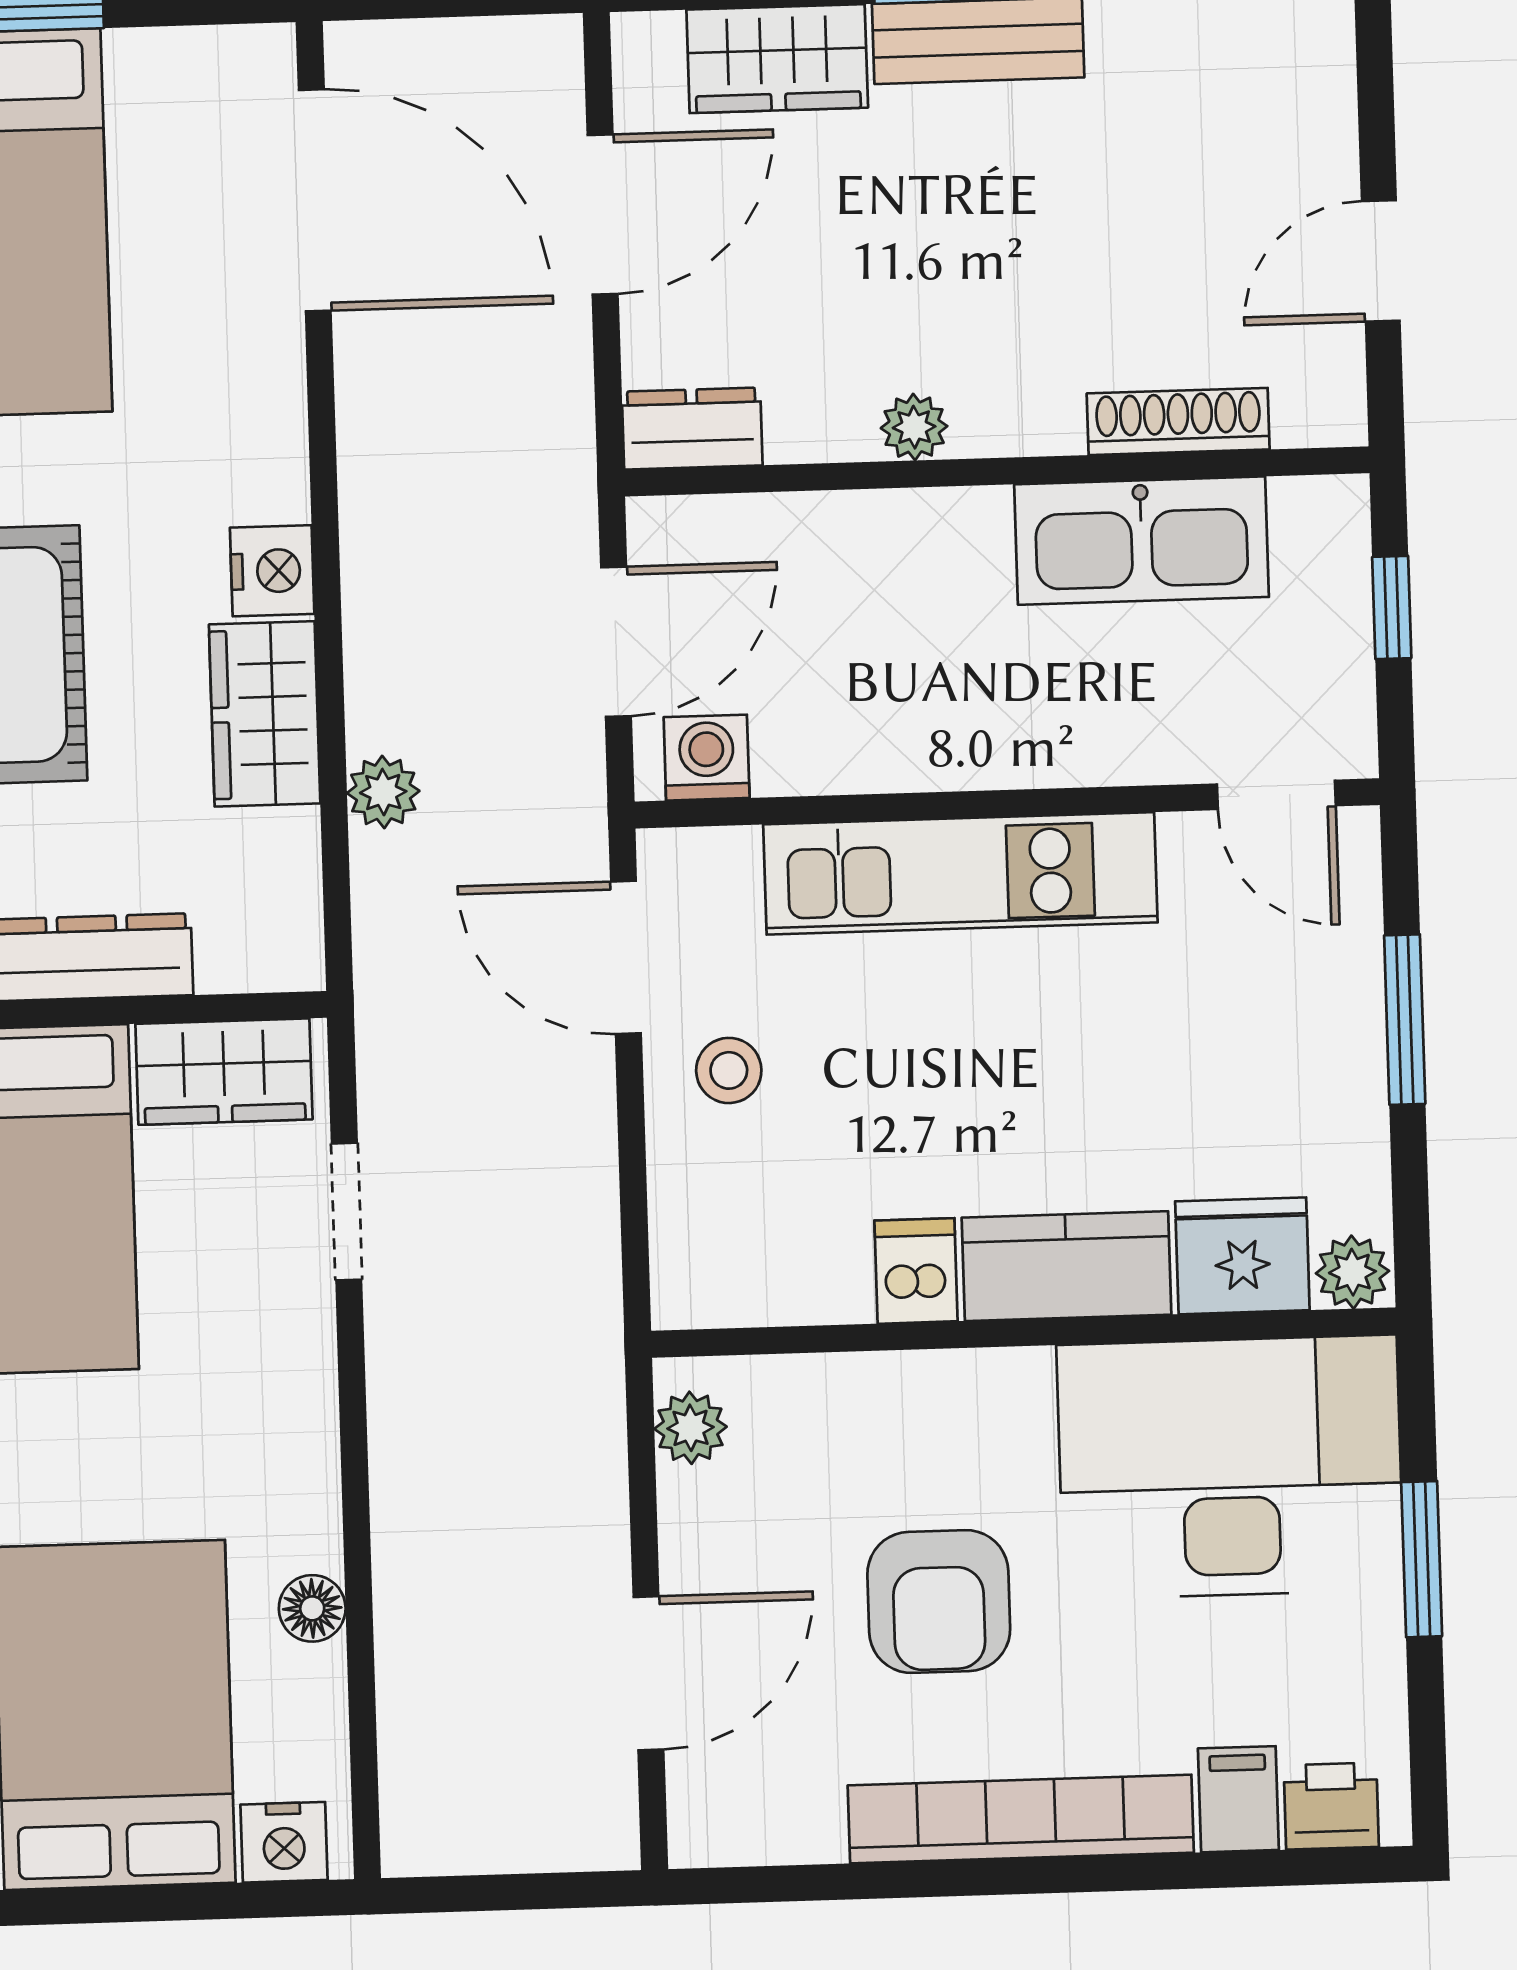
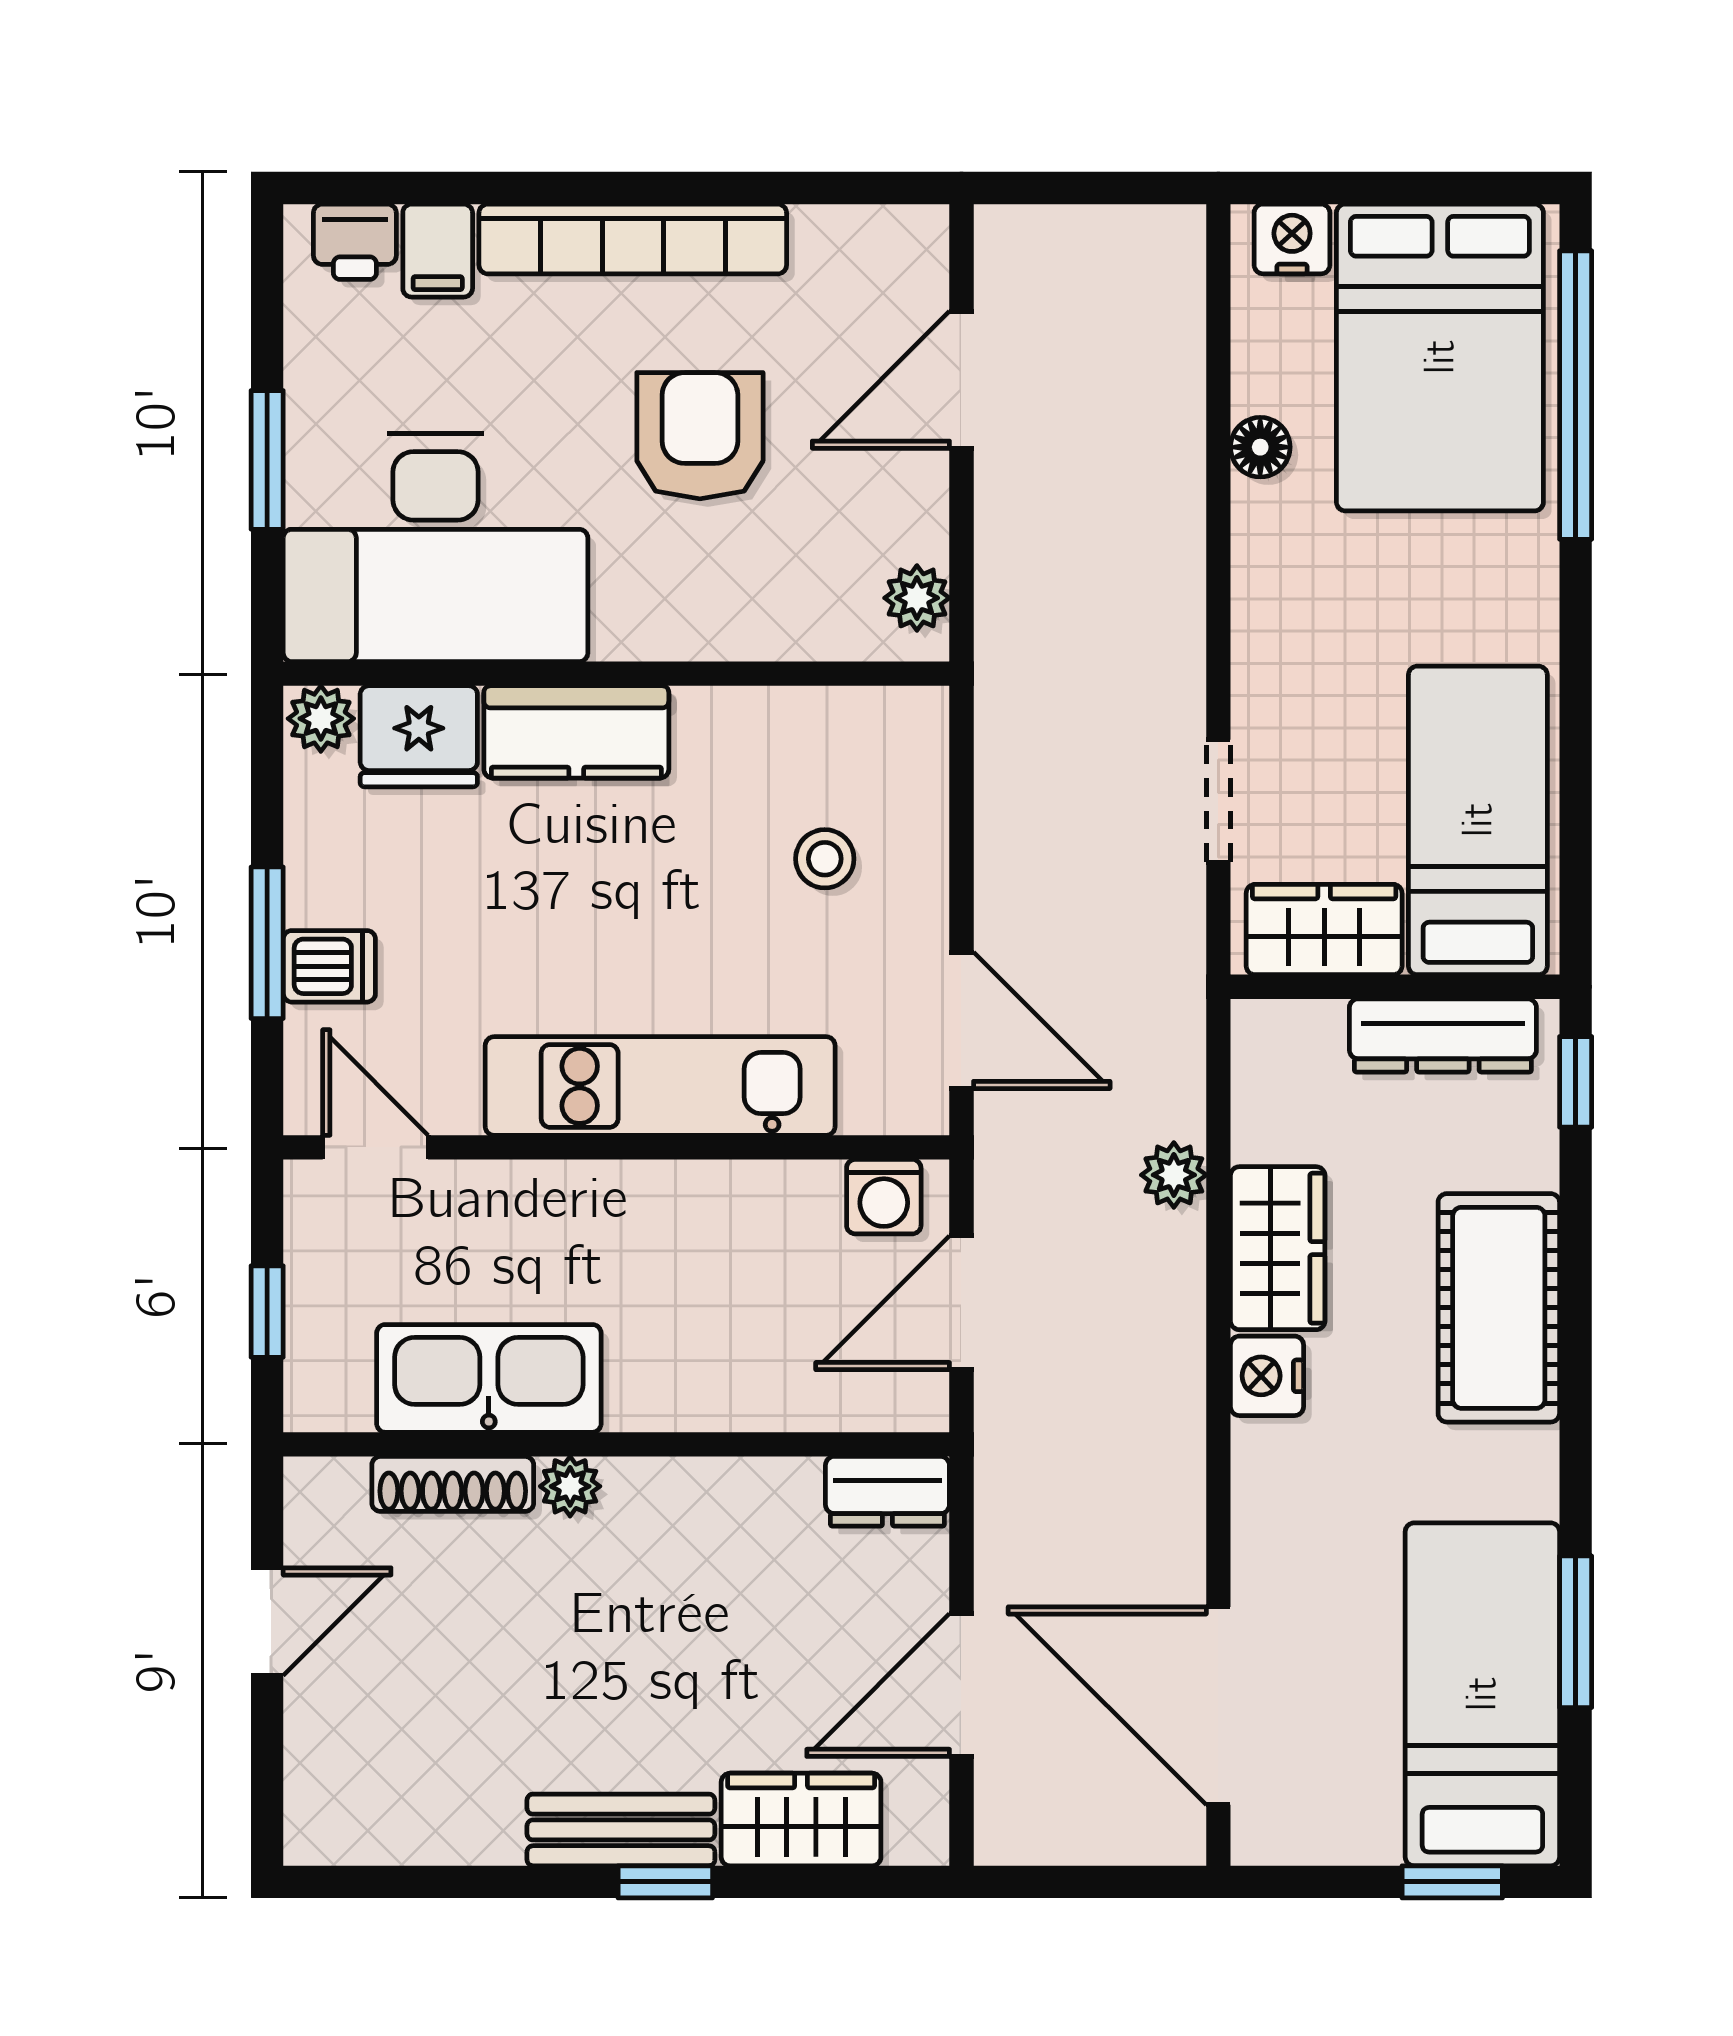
plant: (914, 427) -> (570, 1486), moved
stool: (729, 1070) -> (825, 859), moved
dishwasher: (916, 1271) -> (329, 966), moved, turned -90

